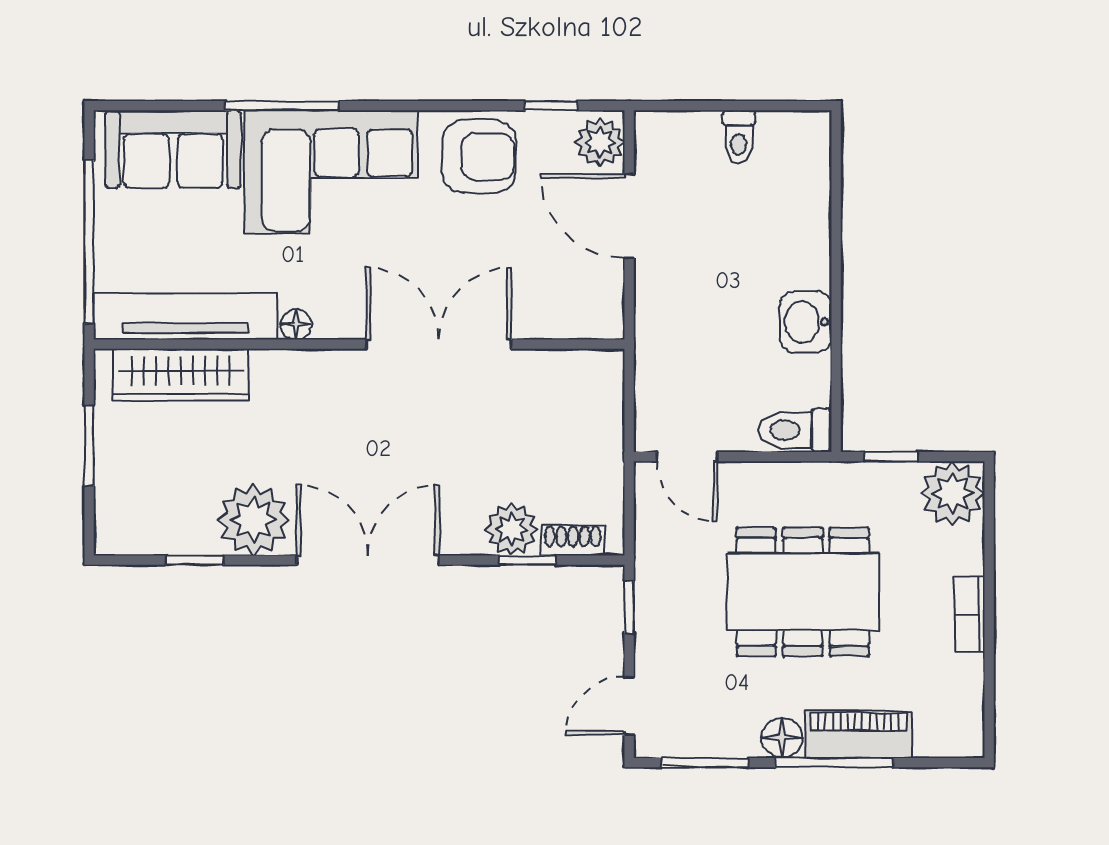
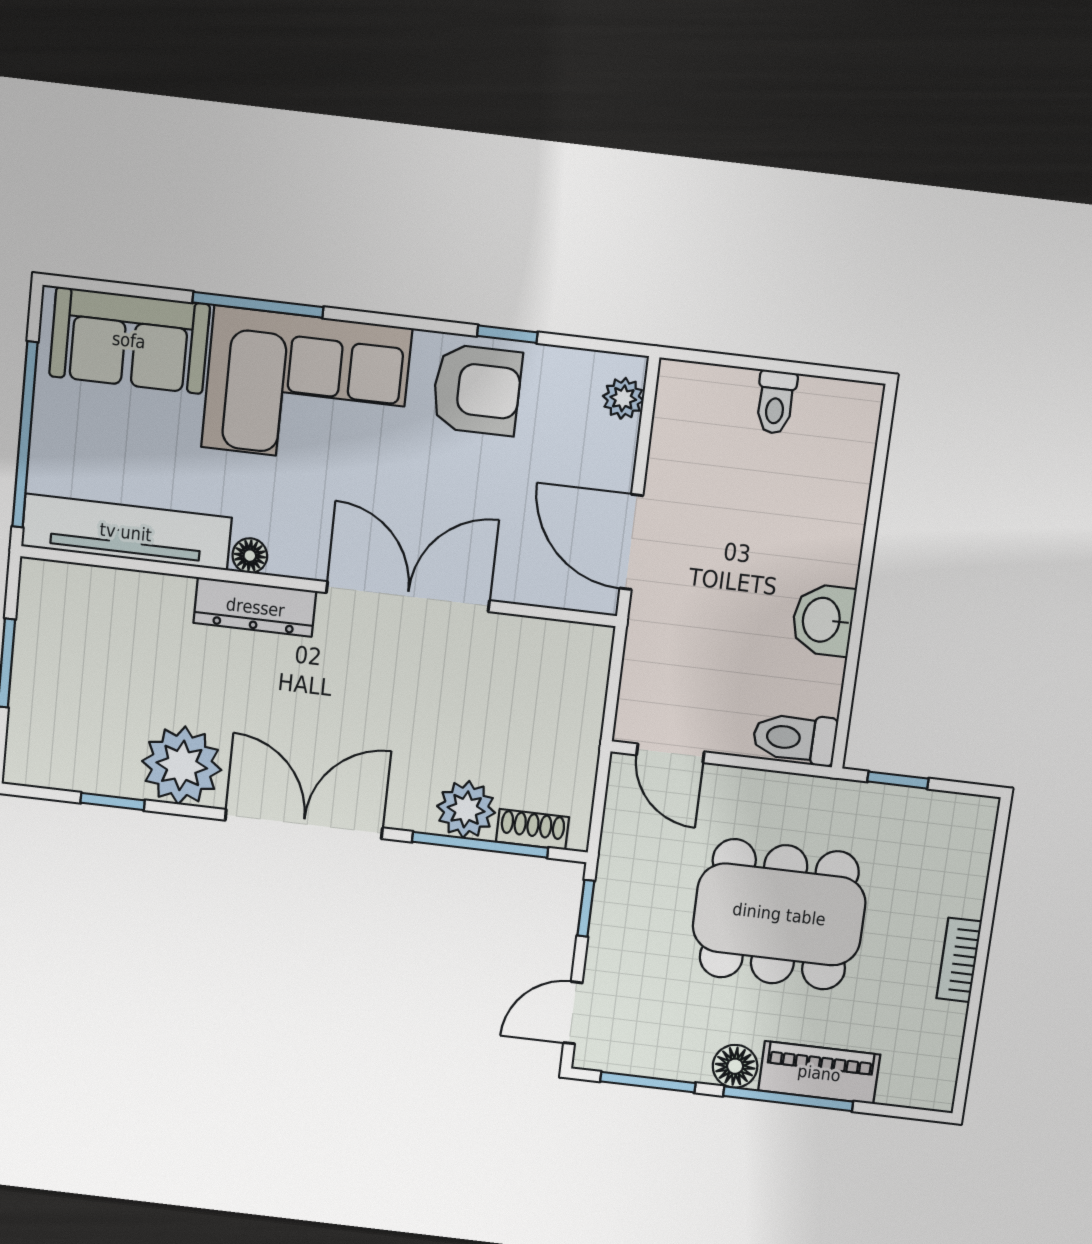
window: (551, 106) -> (507, 334), moved
plant: (600, 142) -> (623, 398), width x0.73, depth x0.73
door: (629, 216) -> (631, 542), moved
dresser: (305, 369) -> (255, 607), added
wardrobe: (181, 375) -> (115, 597), removed
plant: (952, 493) -> (960, 828), removed
window: (528, 560) -> (480, 845), width x2.17

